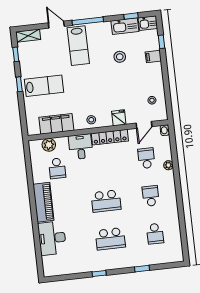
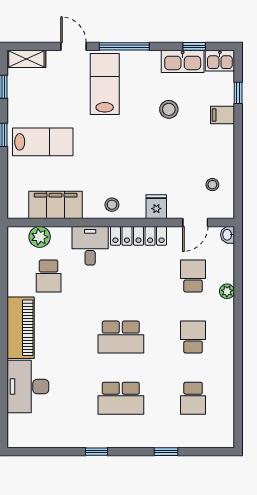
lab bench: (78, 46) -> (105, 84), turned 180

